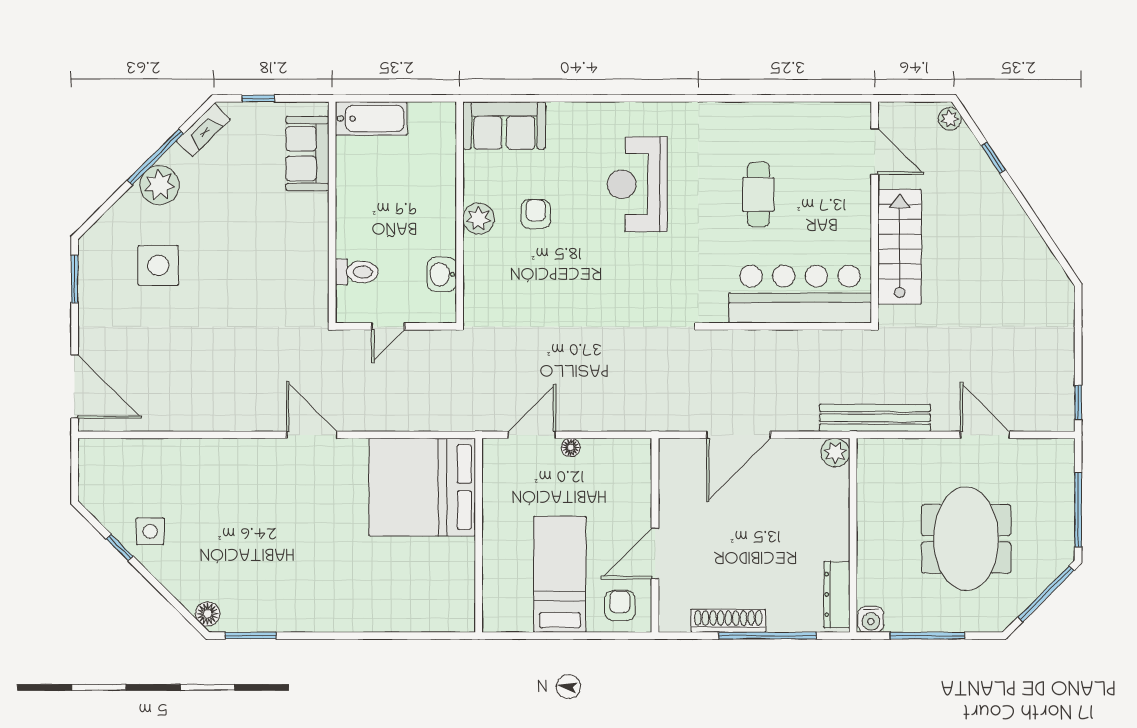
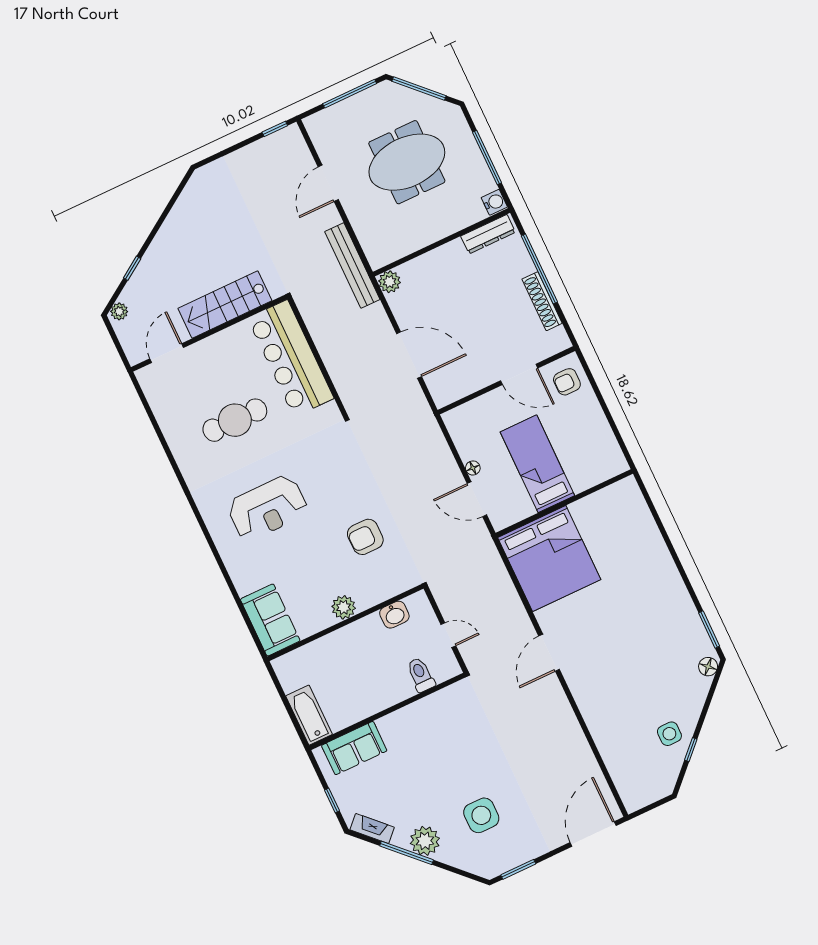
cafe table: (758, 194) -> (235, 420), width x1.37, depth x1.35
armchair: (536, 214) -> (365, 537), moved, width x1.38, depth x1.38
bed: (560, 574) -> (537, 464), moved, turned 90

